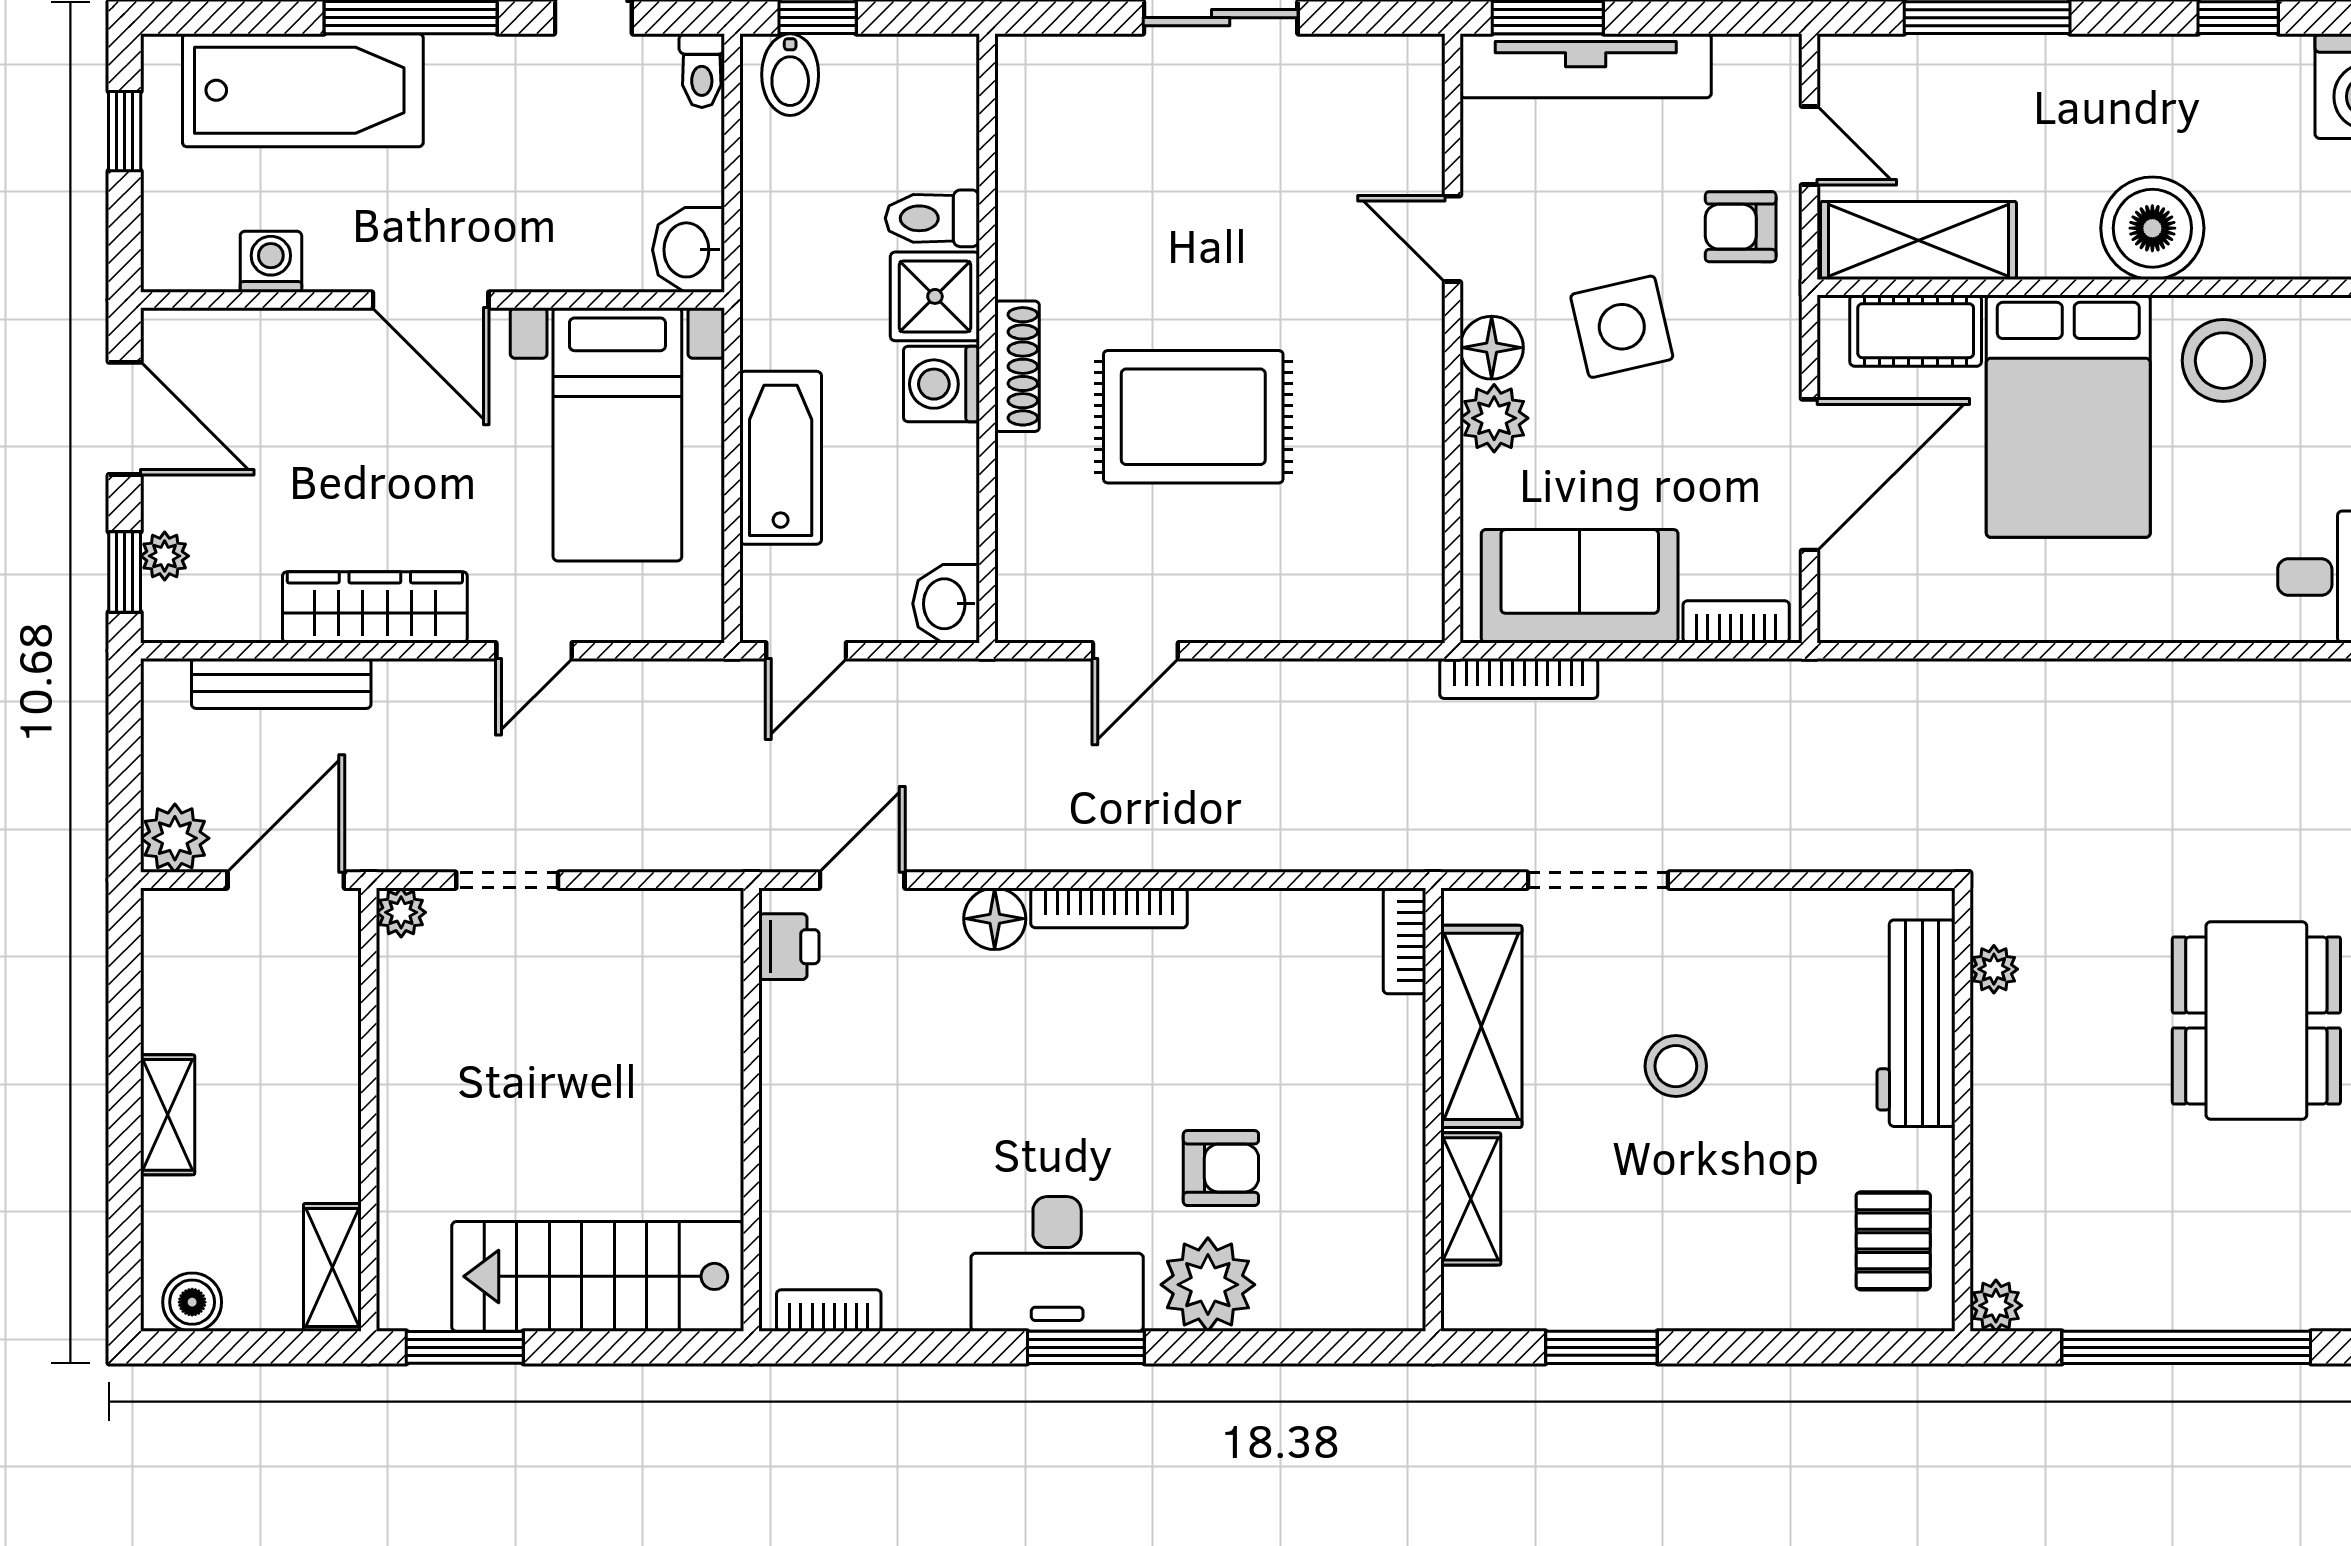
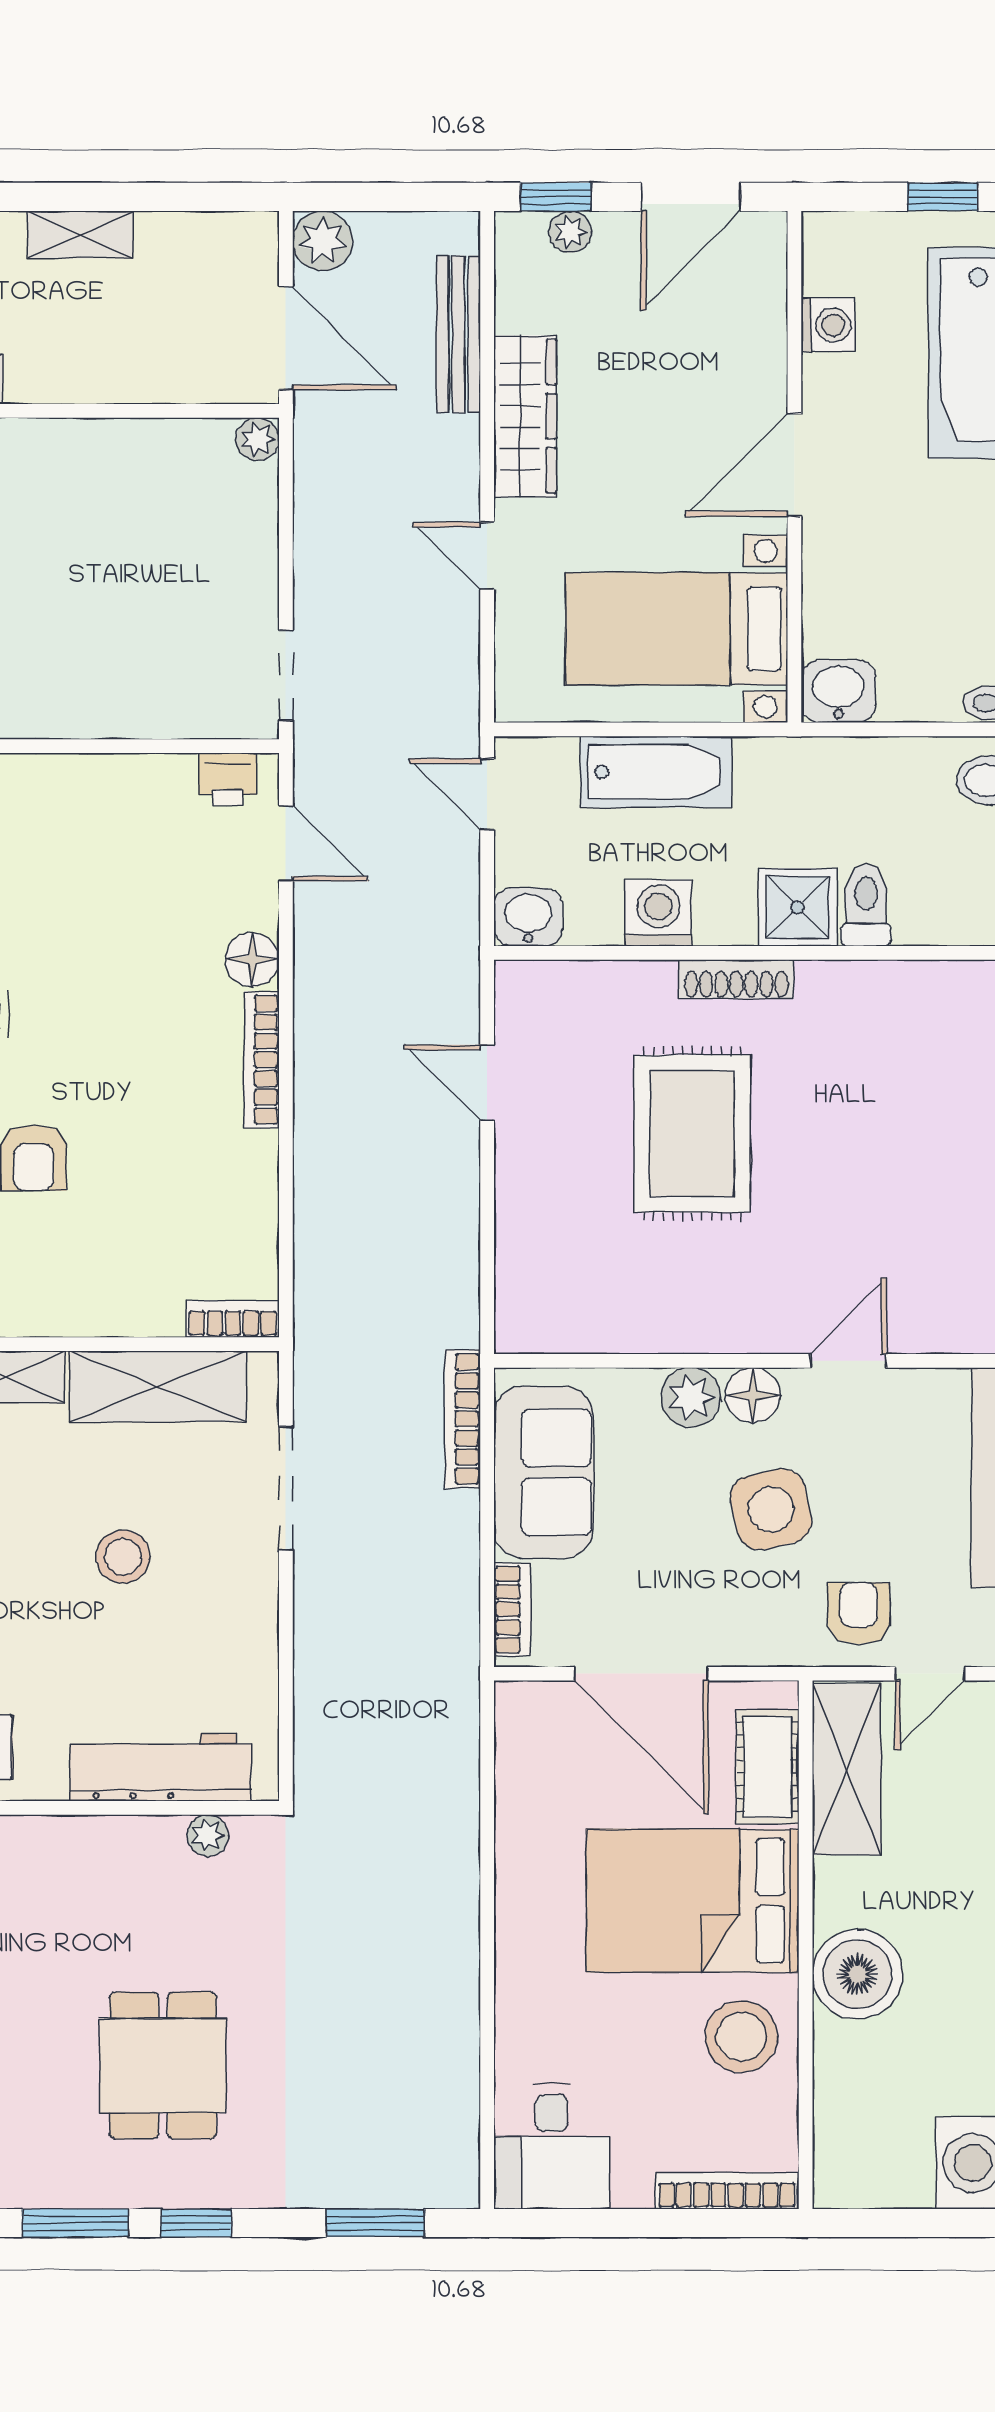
washing machine: (942, 384) -> (658, 913), moved
doorway: (507, 880) -> (286, 675), moved
dining table: (2256, 1020) -> (163, 2065), width x0.73

